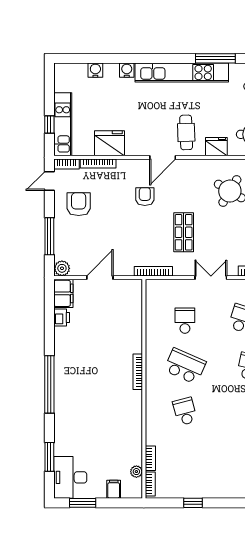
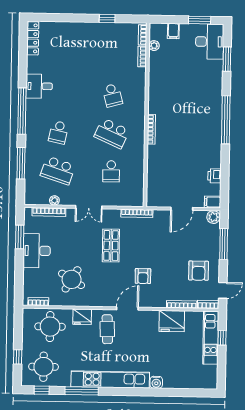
water cooler: (95, 70) -> (183, 383), removed
filing cabinet: (63, 293) -> (213, 202), width x0.50

